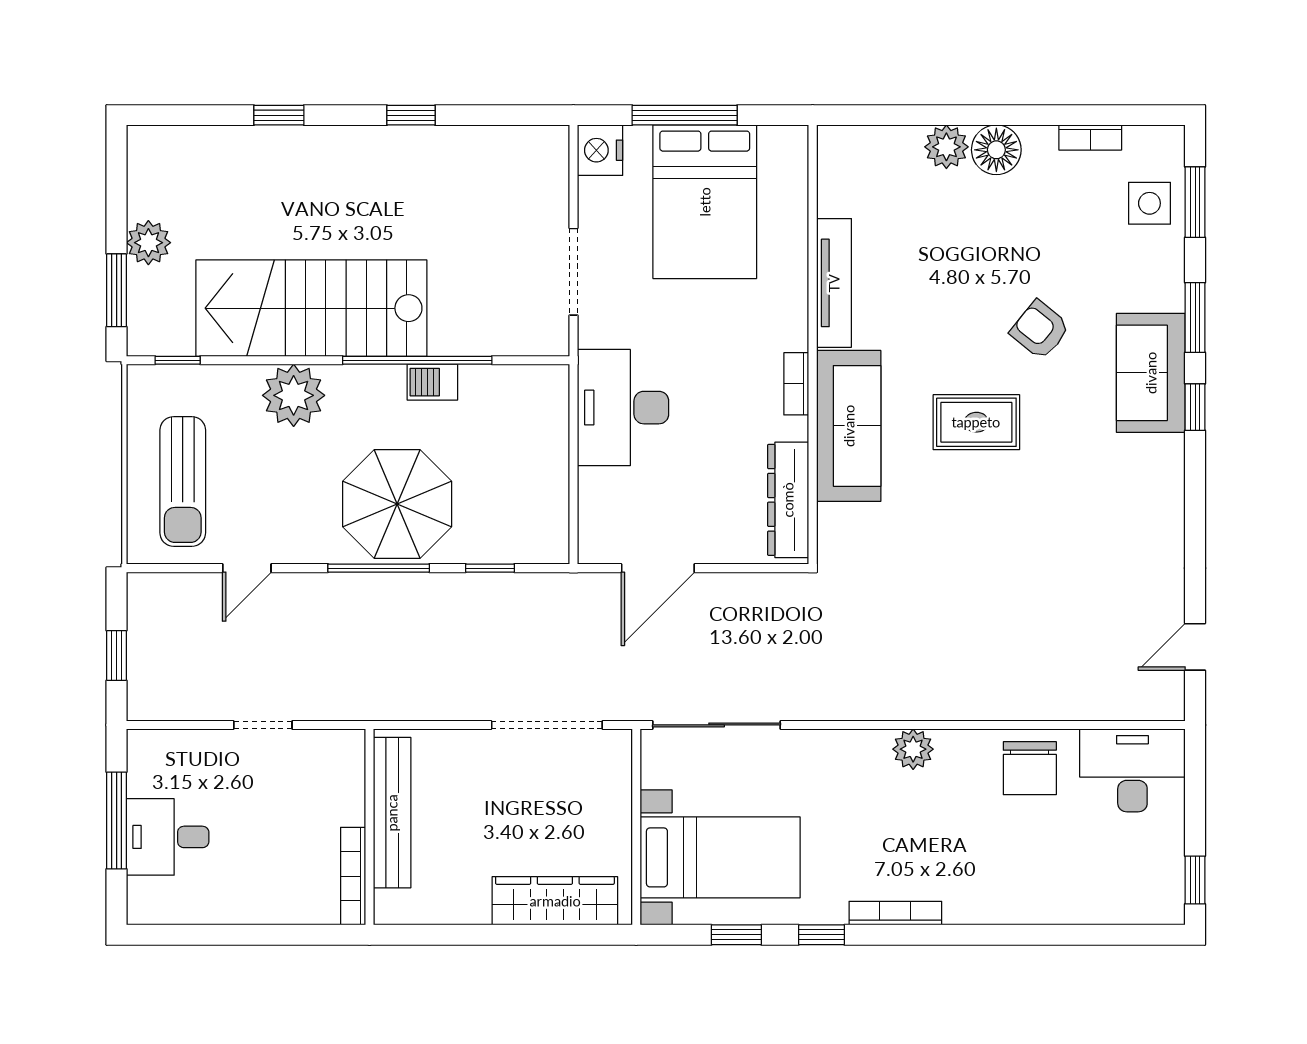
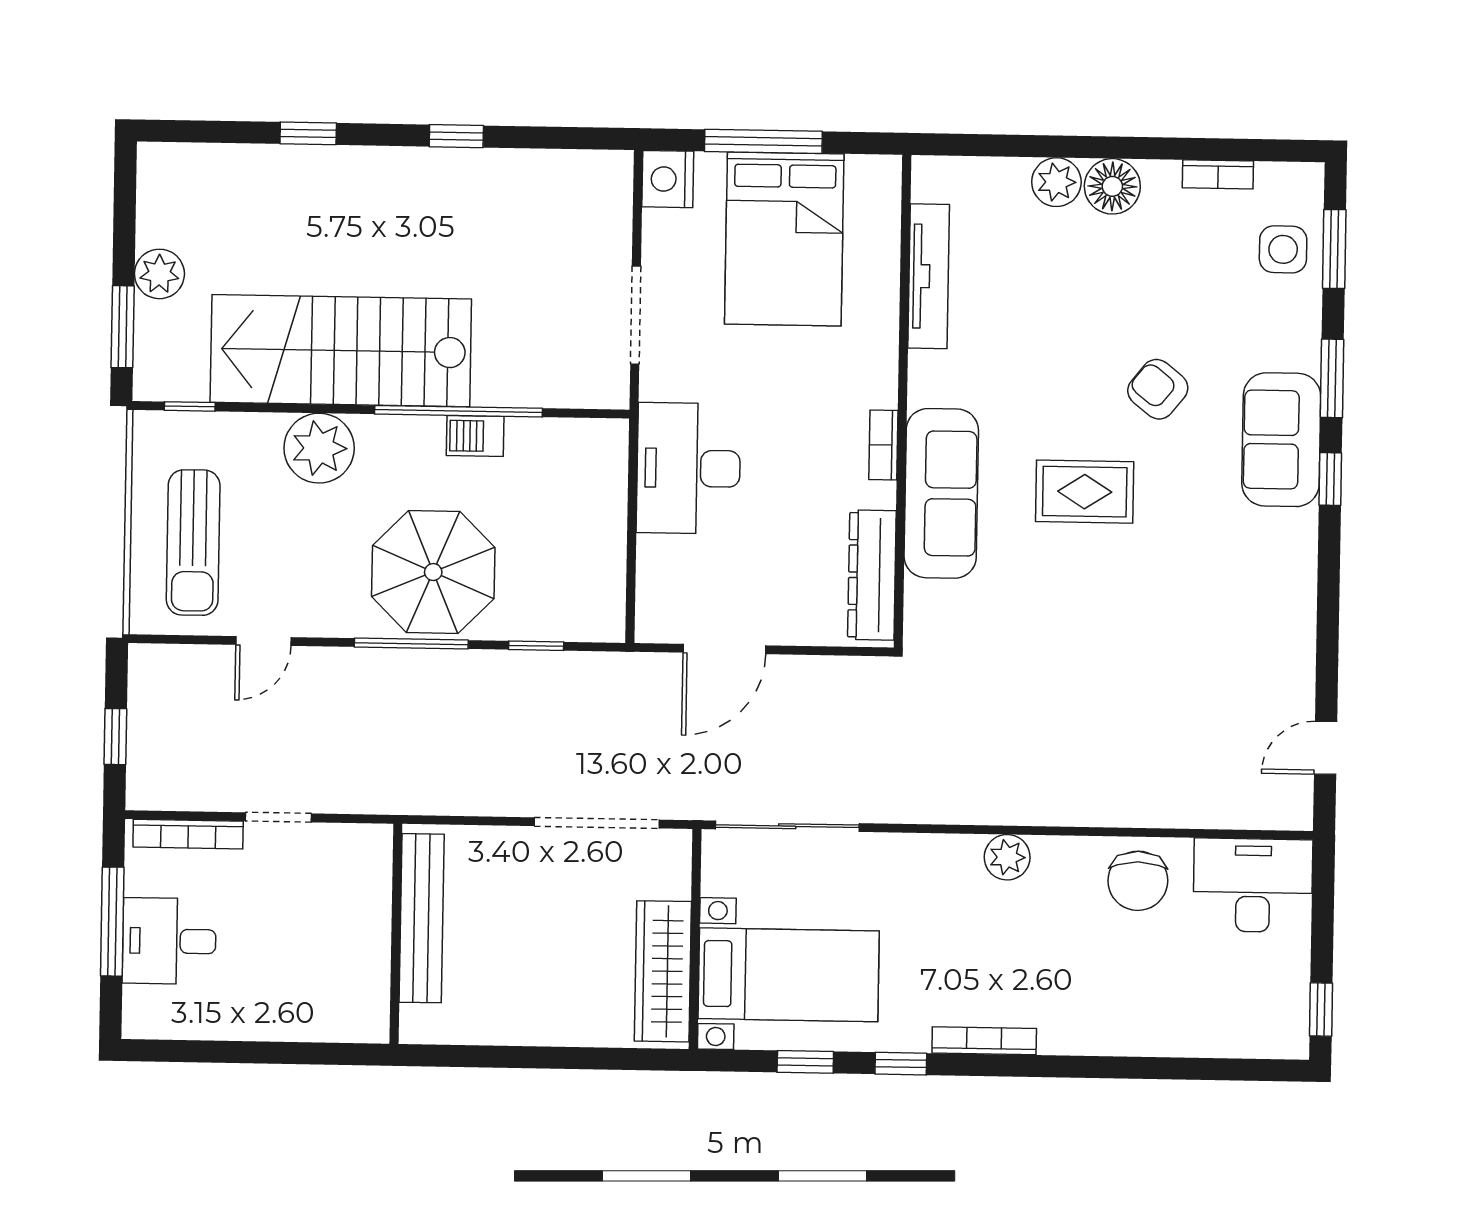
tv unit: (834, 283) -> (929, 276), moved
bookcase: (353, 876) -> (188, 834), moved, turned -90
wardrobe: (555, 901) -> (663, 971), moved, turned -90

